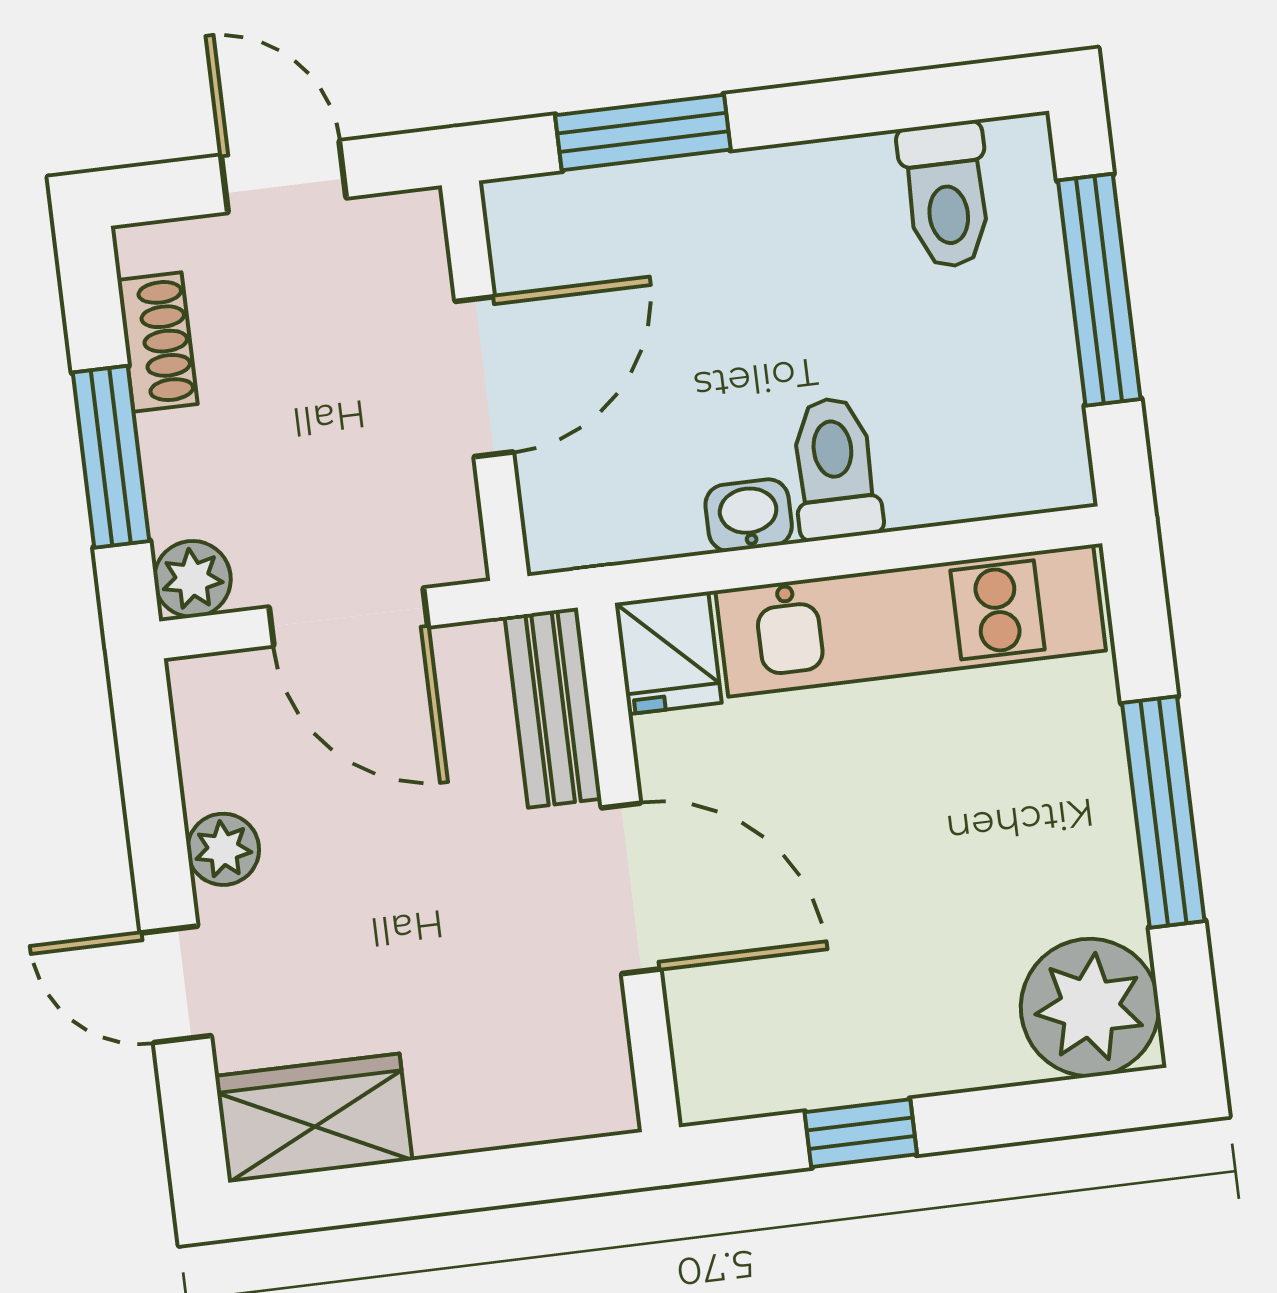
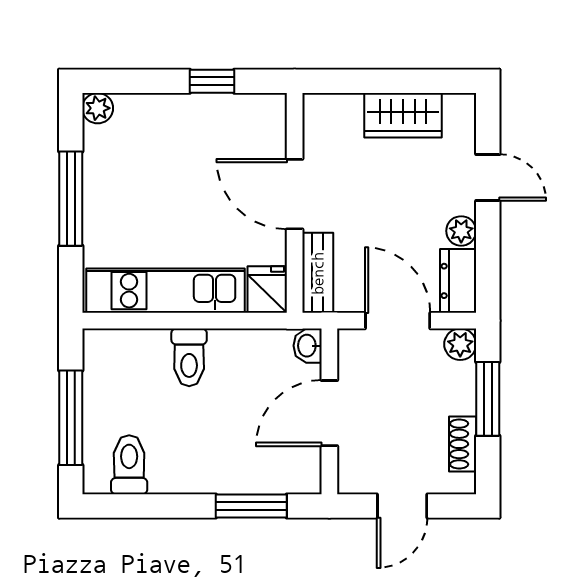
door: (284, 177) -> (402, 506), hinge flipped
washbasin: (749, 515) -> (308, 346), moved, turned 90
dresser: (216, 729) -> (458, 281), added
plant: (1090, 1008) -> (98, 108), width x0.53, depth x0.53
wardrobe: (314, 1118) -> (403, 115), moved

